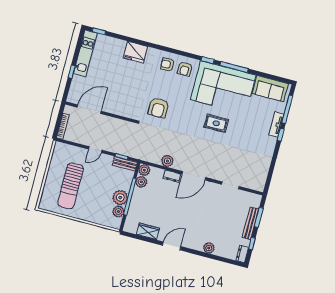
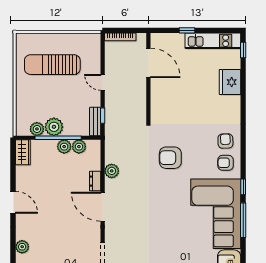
fridge: (135, 52) -> (230, 82), moved
armchair: (158, 108) -> (170, 158), moved
rug: (216, 123) -> (171, 217), removed
plant: (144, 170) -> (64, 147), moved
wardrobe: (148, 231) -> (23, 152), moved

